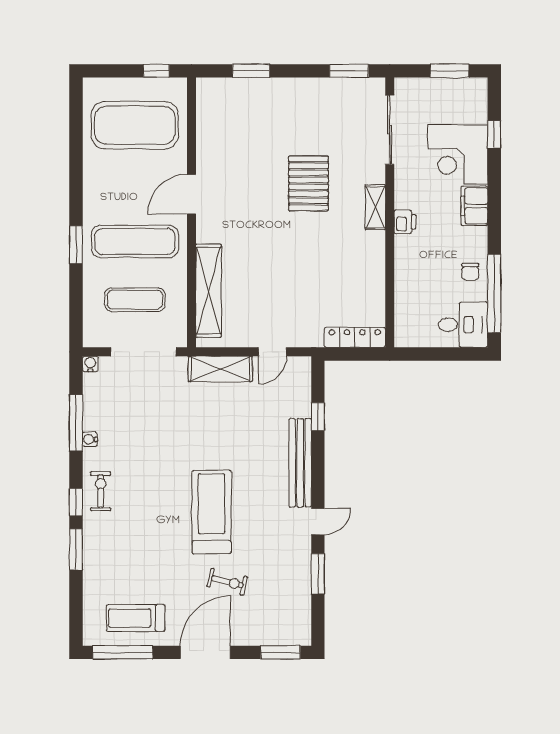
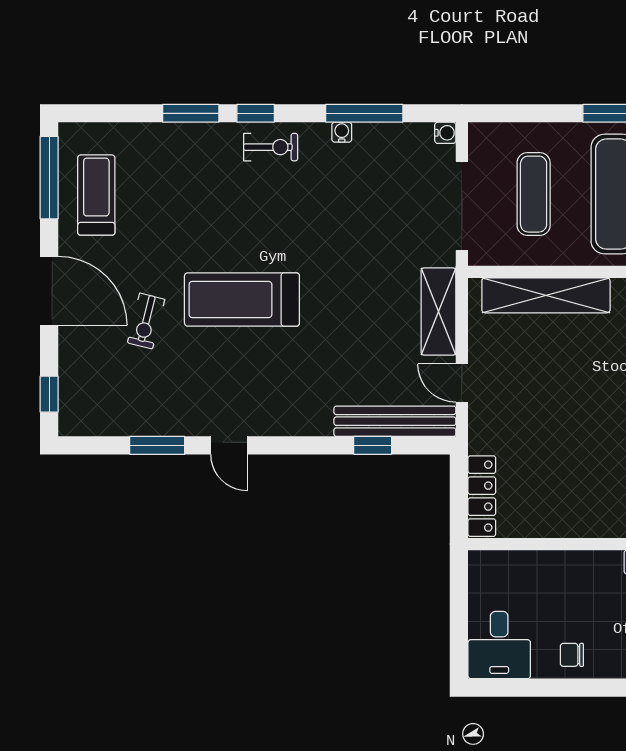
window: (494, 293) -> (542, 688), removed
bench: (300, 463) -> (395, 421), moved
treadmill: (212, 512) -> (242, 299), turned 180
window: (280, 652) -> (49, 394), width x0.67

